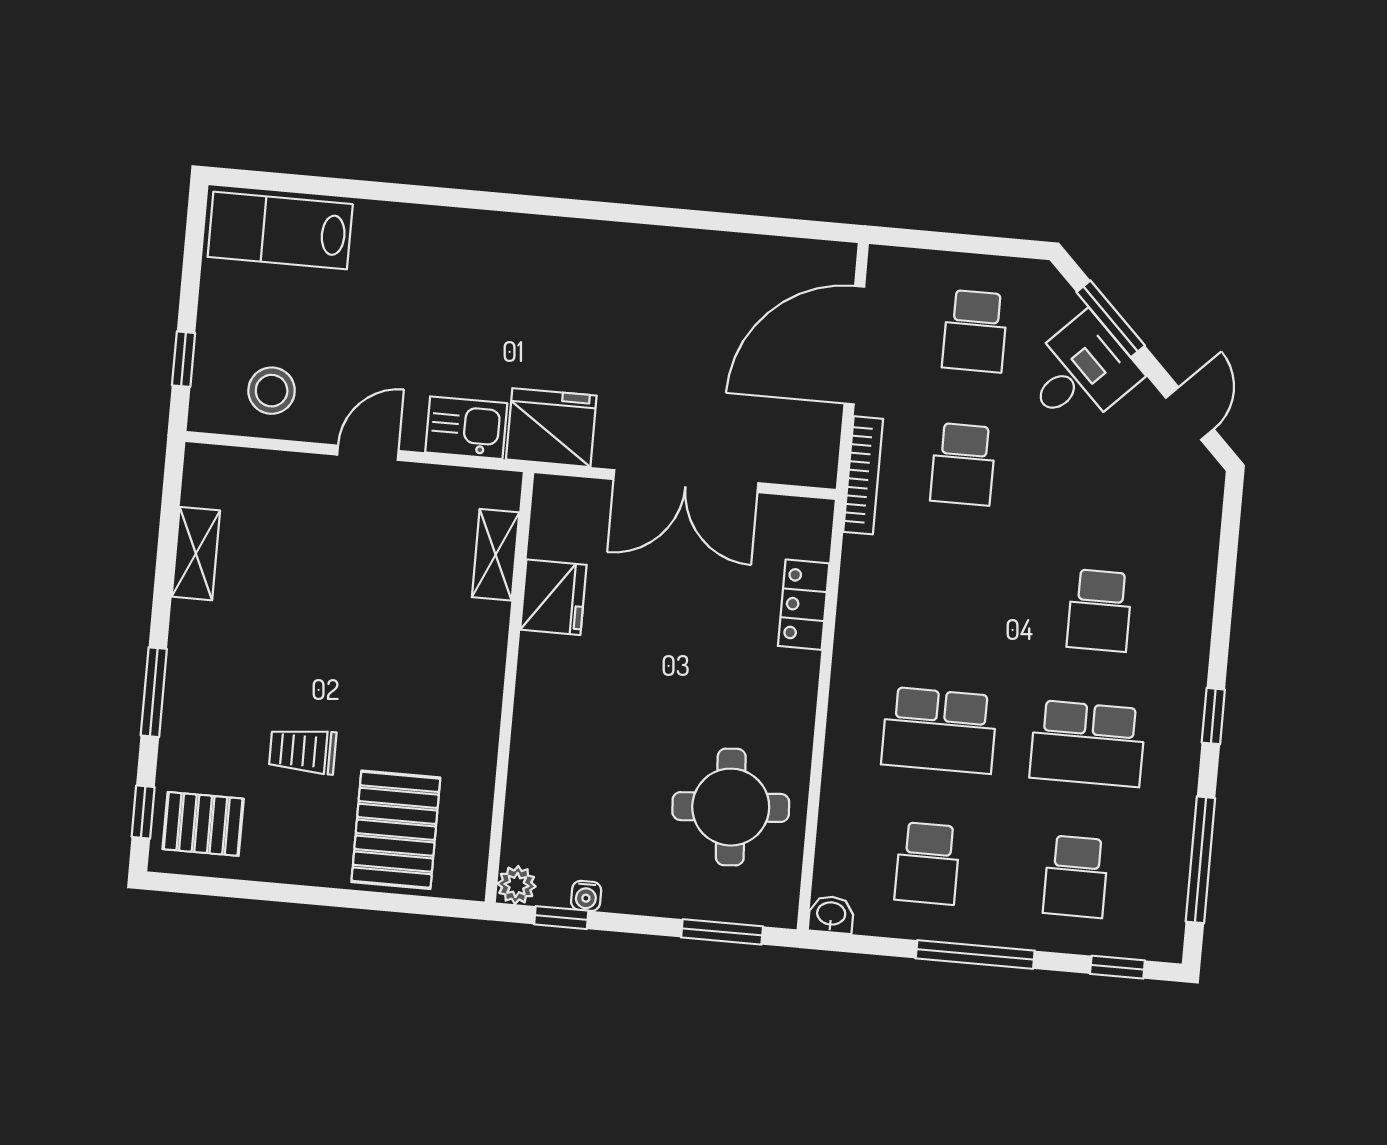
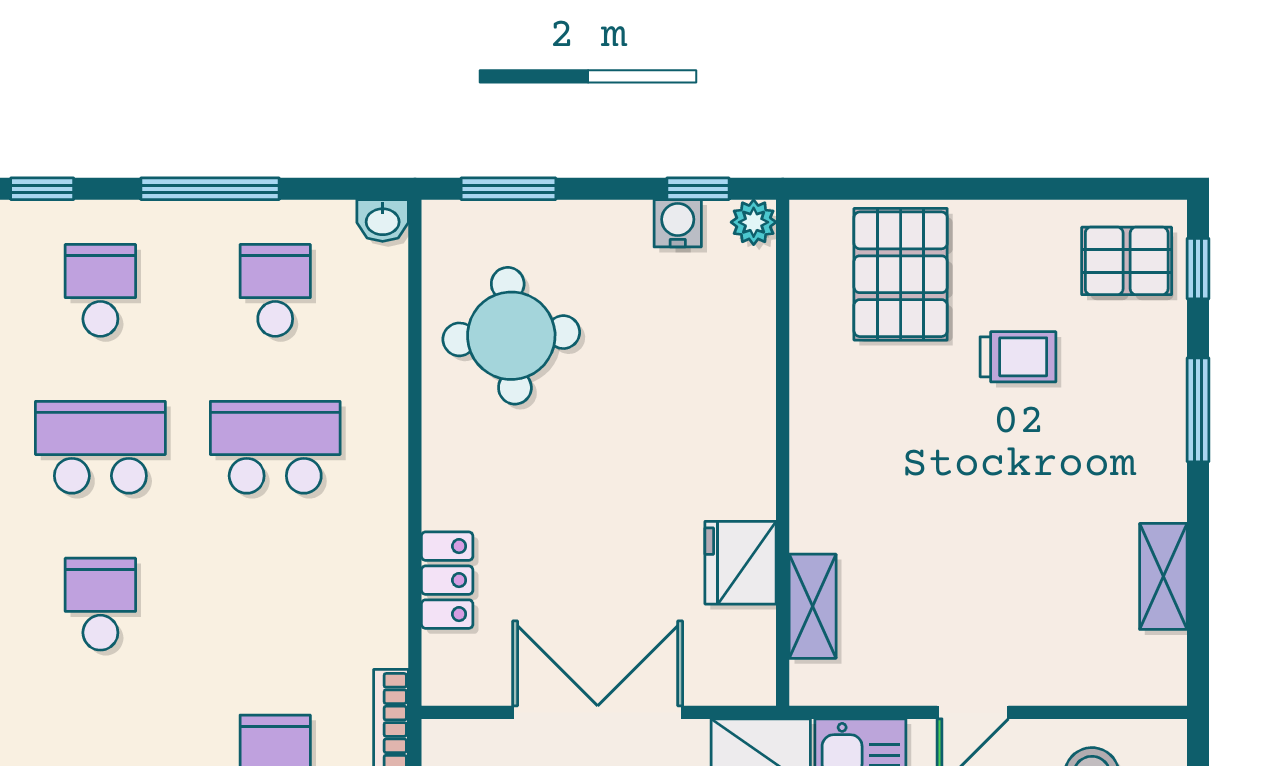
water cooler: (586, 896) -> (678, 223), width x1.38, depth x1.38

